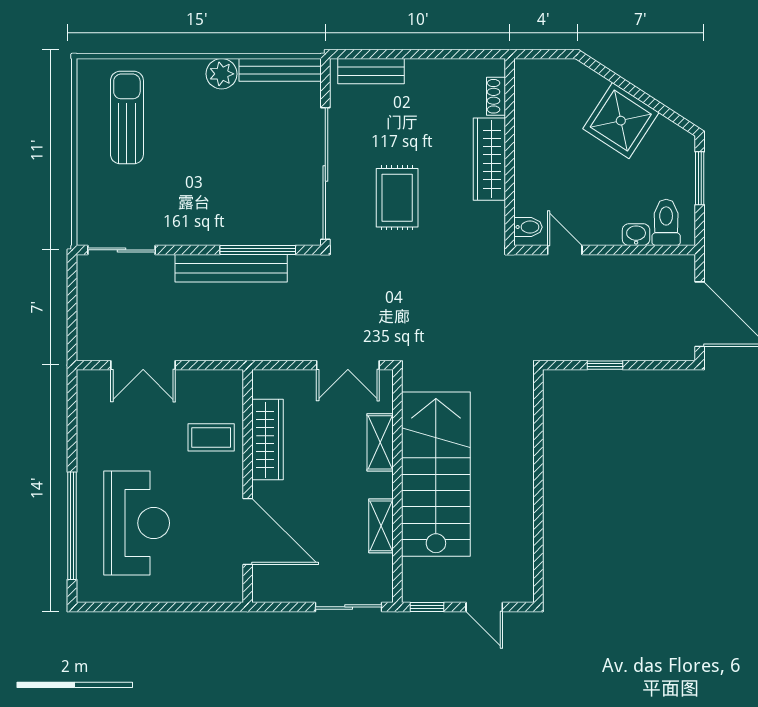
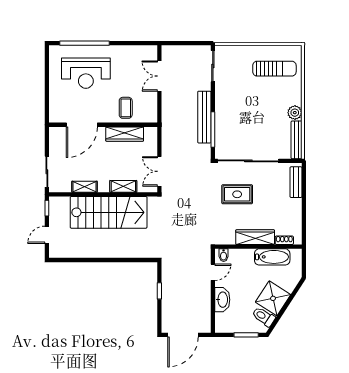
bathtub: (532, 122) -> (272, 257), added
toilet: (666, 222) -> (264, 317), moved, turned -147
washbasin: (636, 235) -> (222, 300), width x1.91, depth x1.45

